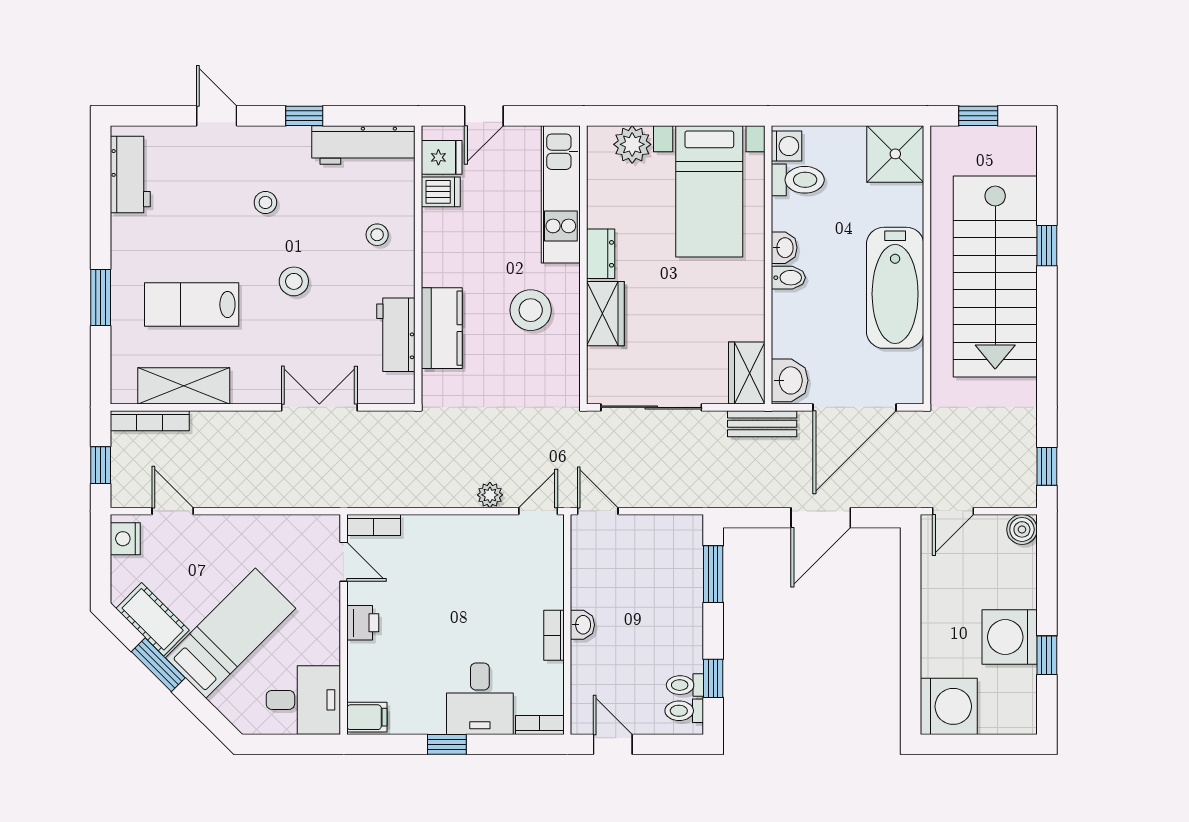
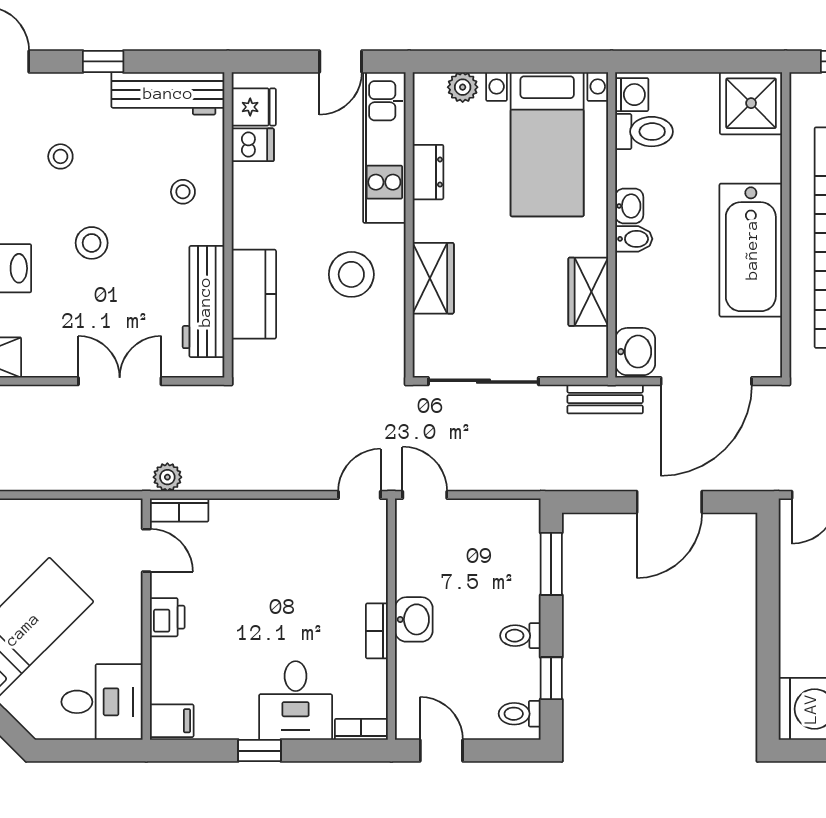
door: (484, 116) -> (341, 61), moved
plant: (632, 144) -> (463, 87), width x0.73, depth x0.73
dresser: (601, 254) -> (428, 172), moved
workbench: (396, 335) -> (204, 302), width x1.38
wardrobe: (747, 373) -> (588, 292), moved
plant: (490, 495) -> (167, 477), moved
washbasin: (582, 625) -> (414, 619), width x1.38, depth x1.45
toilet: (685, 685) -> (520, 636), moved

